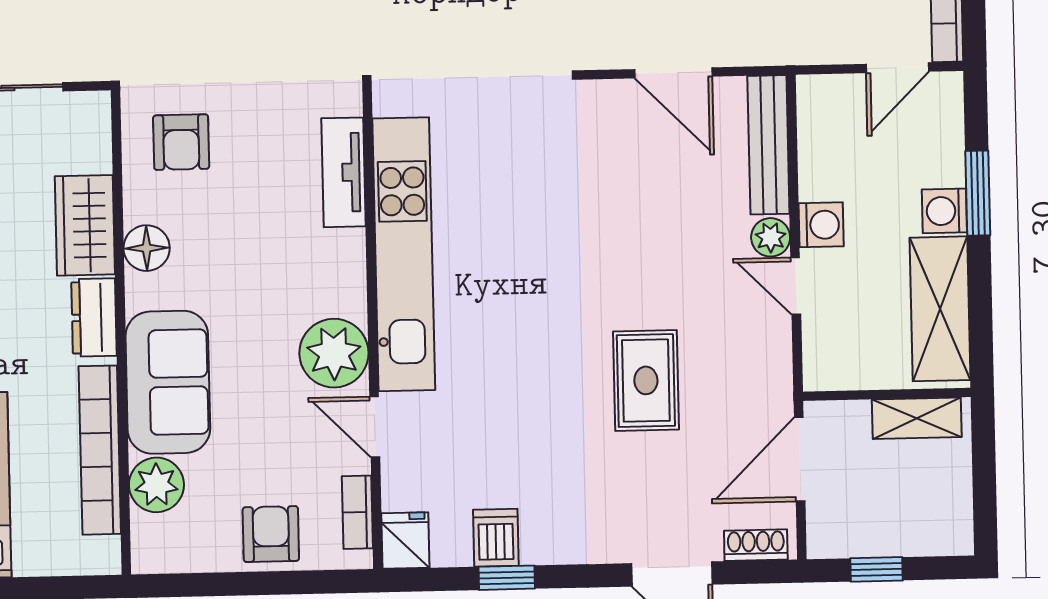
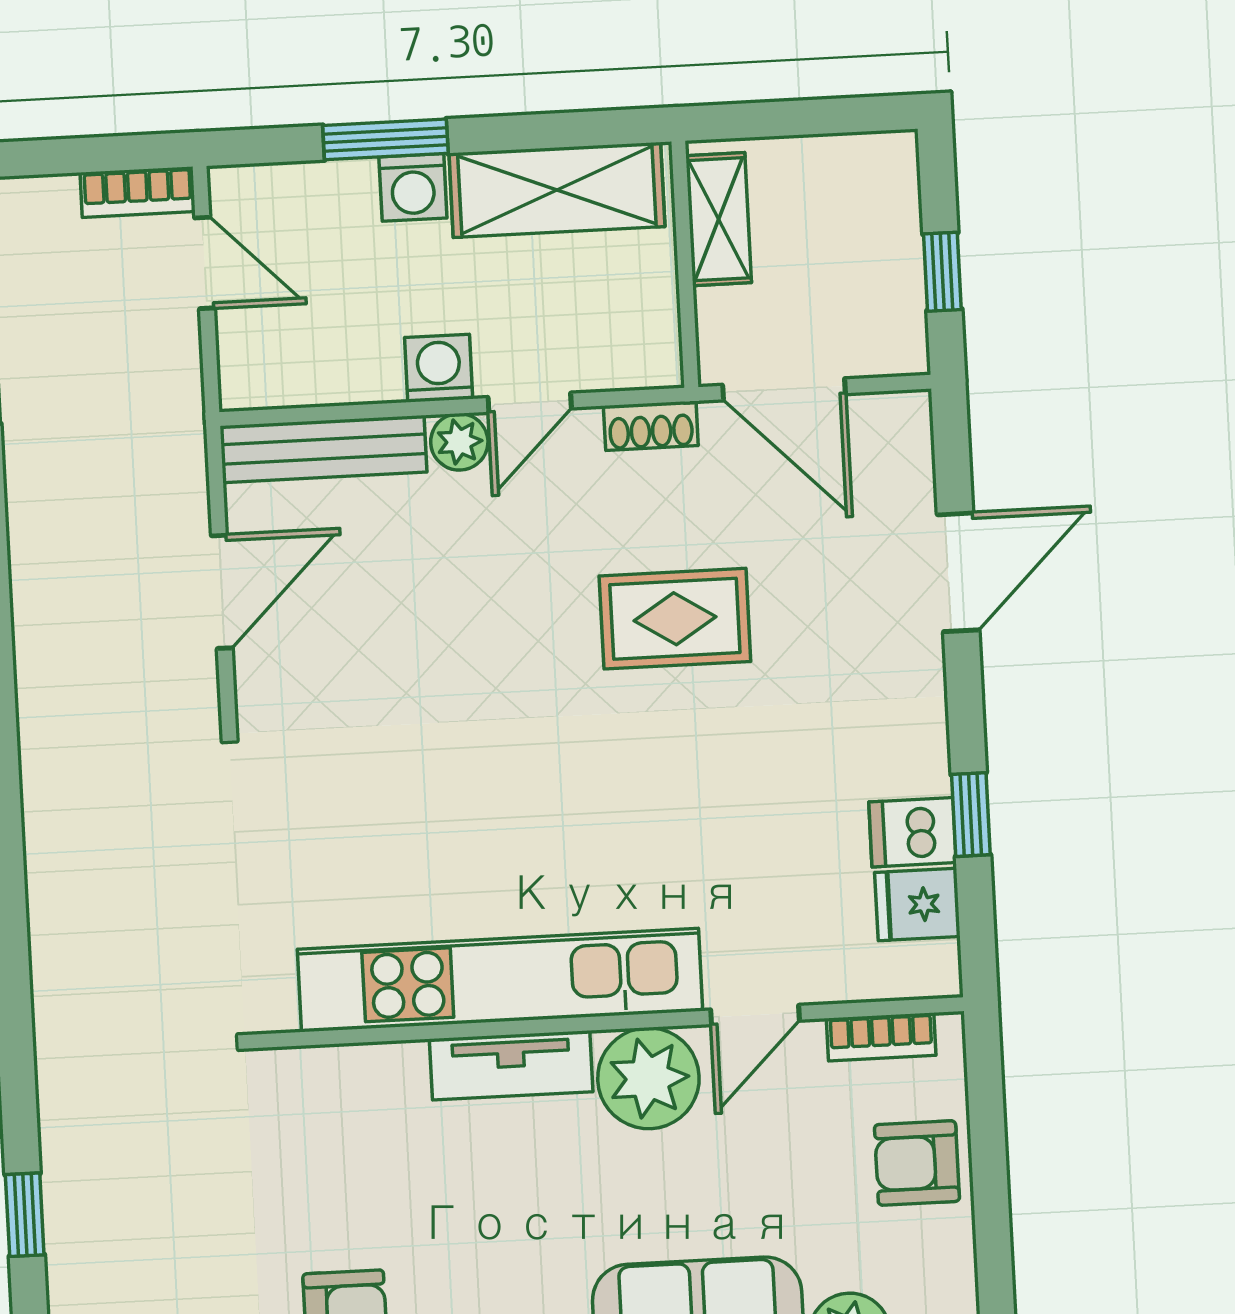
tv unit: (343, 172) -> (511, 1065), moved
fridge: (405, 541) -> (917, 905), moved
shoe rack: (756, 545) -> (651, 426), moved, turned -90

